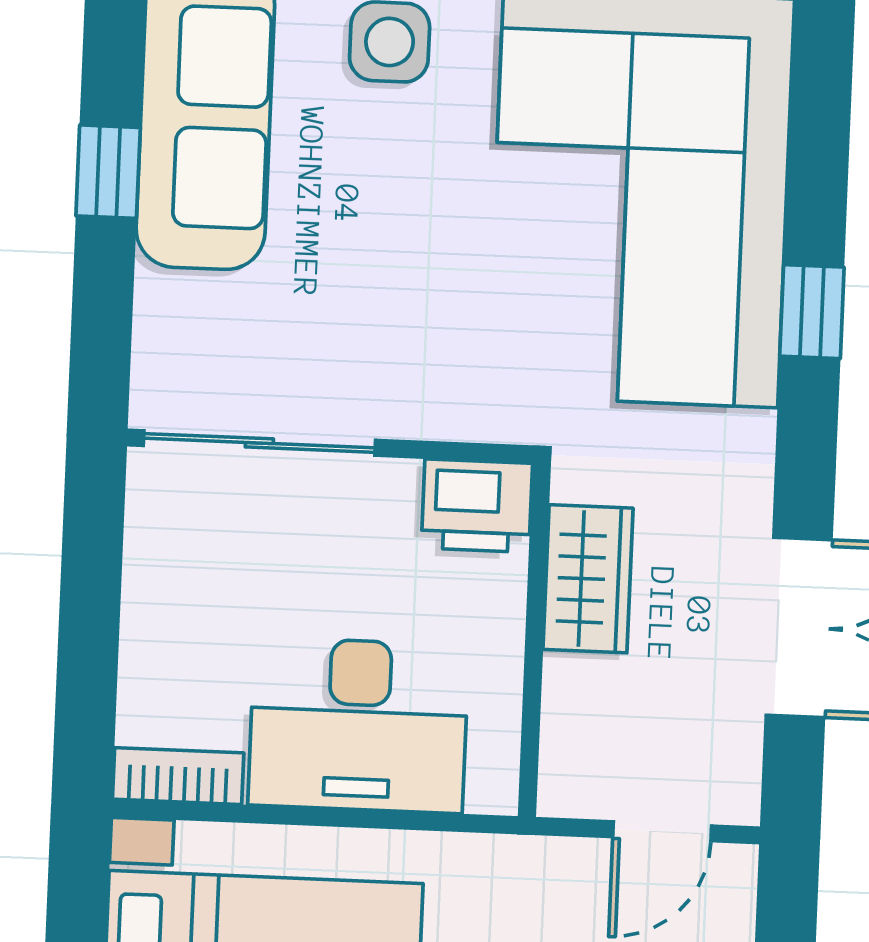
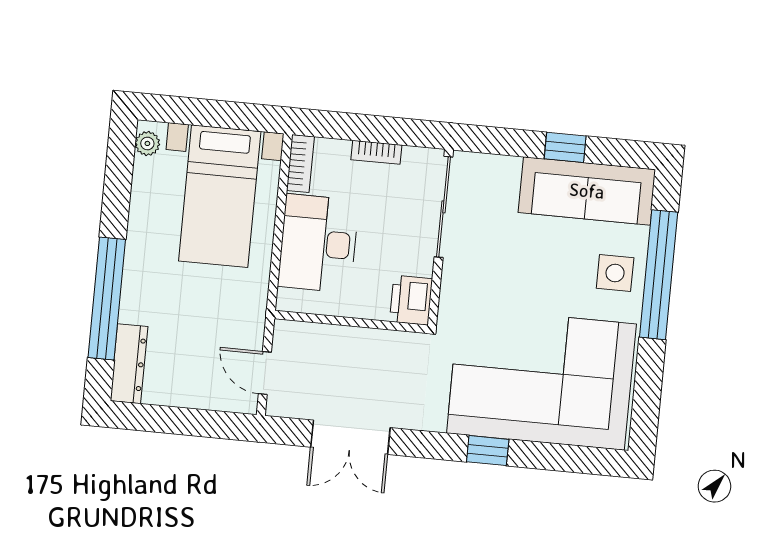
wardrobe: (588, 579) -> (377, 347), removed
bookcase: (143, 603) -> (376, 152), added

